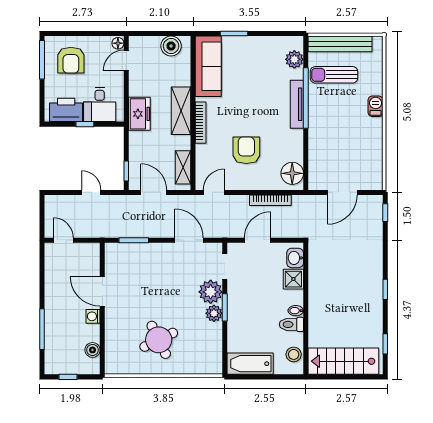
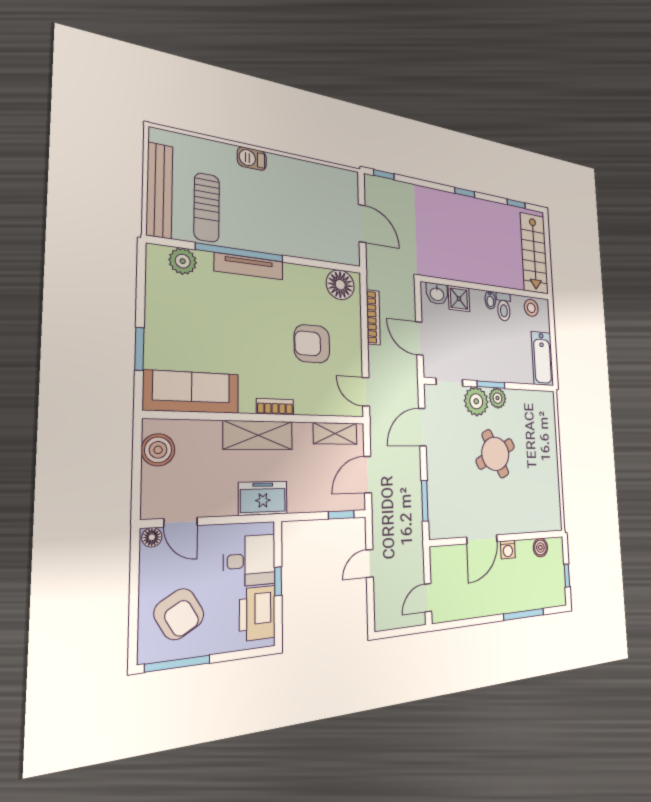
armchair: (71, 60) -> (179, 614), turned 59
bookcase: (201, 123) -> (275, 407), width x0.64
round table: (159, 340) -> (495, 454), moved

